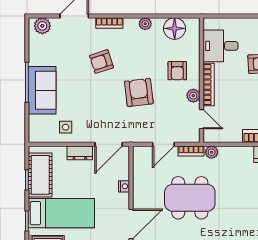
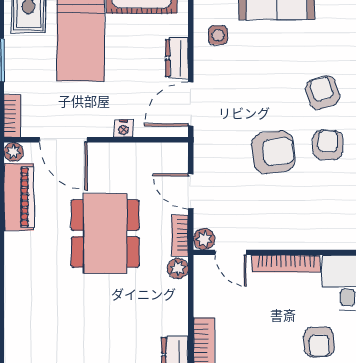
armchair: (177, 71) -> (328, 145), moved, turned 90
plant: (193, 96) -> (204, 239), moved
door: (202, 119) -> (231, 252), hinge flipped
door: (109, 144) -> (191, 104), hinge flipped

